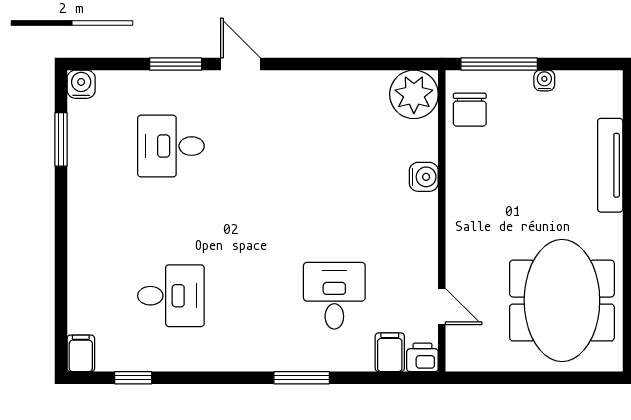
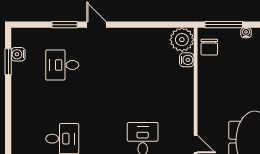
water cooler: (81, 84) -> (18, 54), moved, turned -90
water cooler: (424, 177) -> (187, 60), moved

